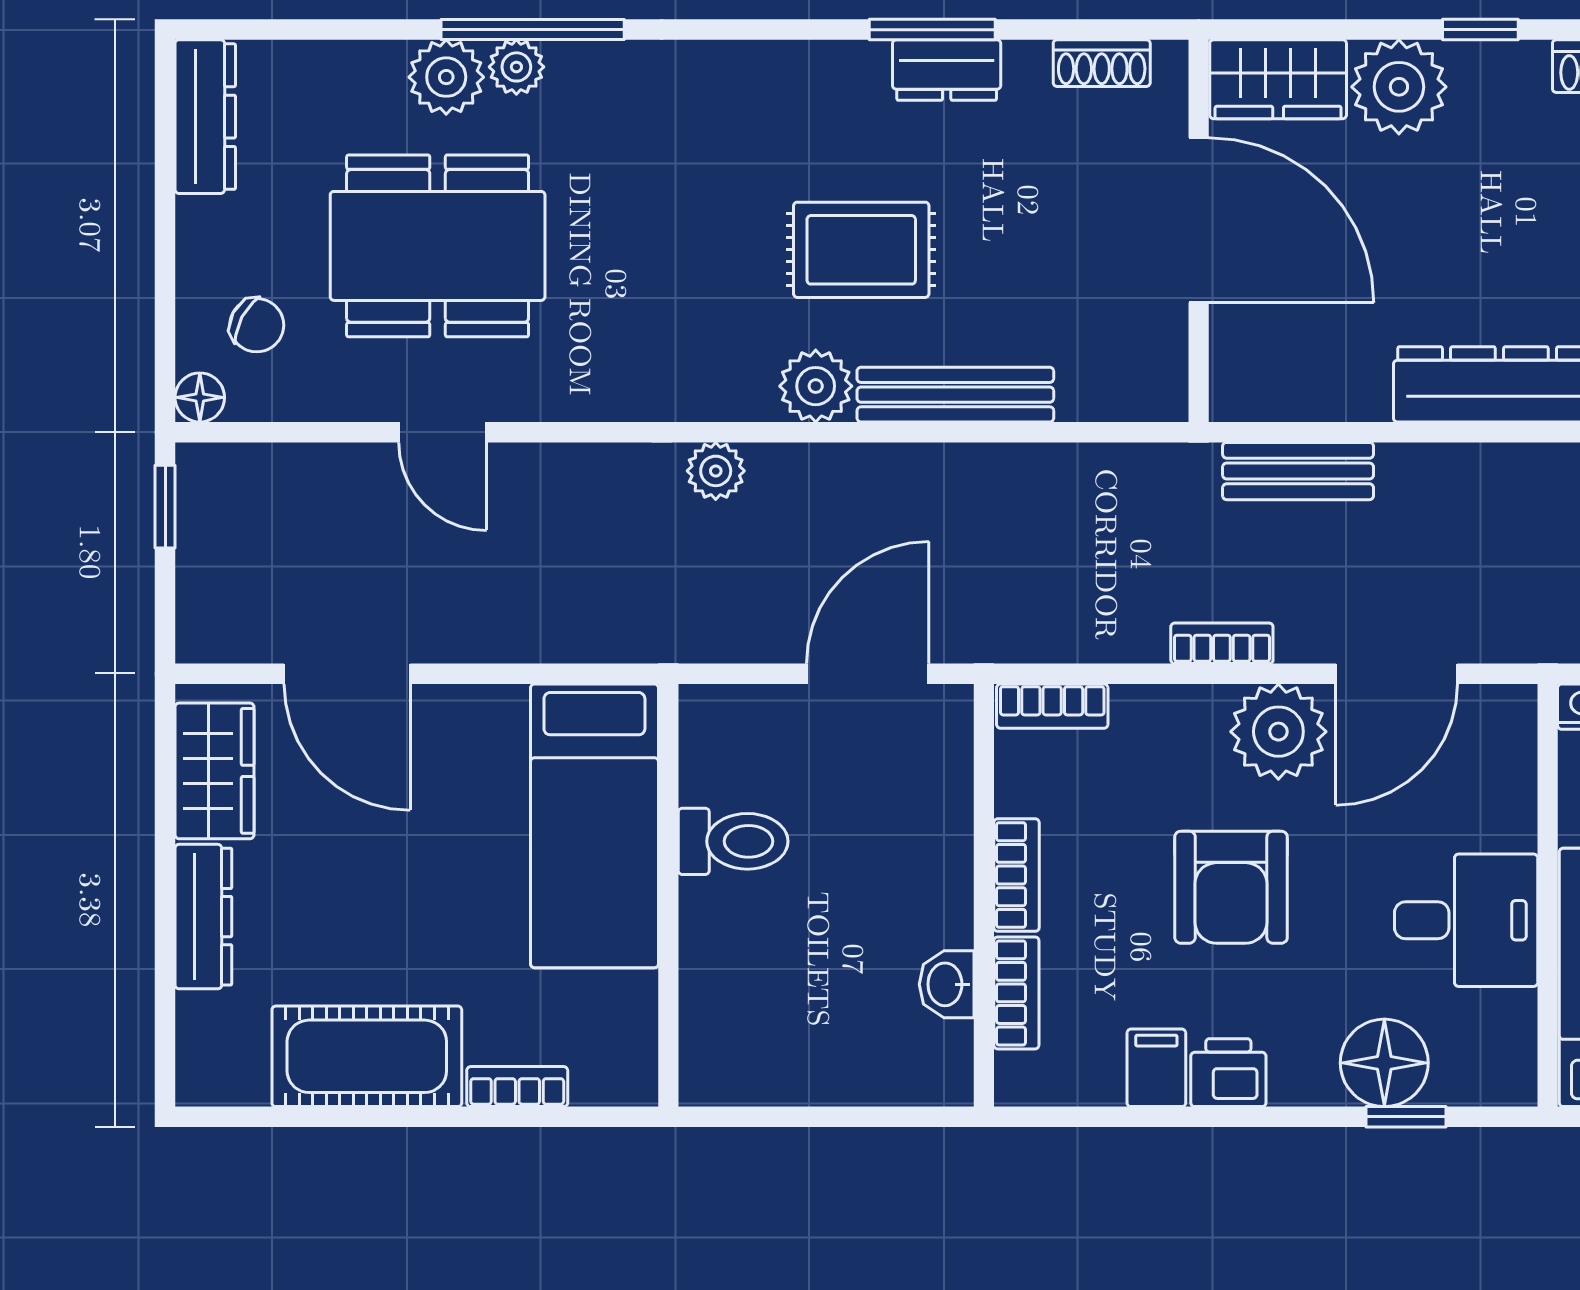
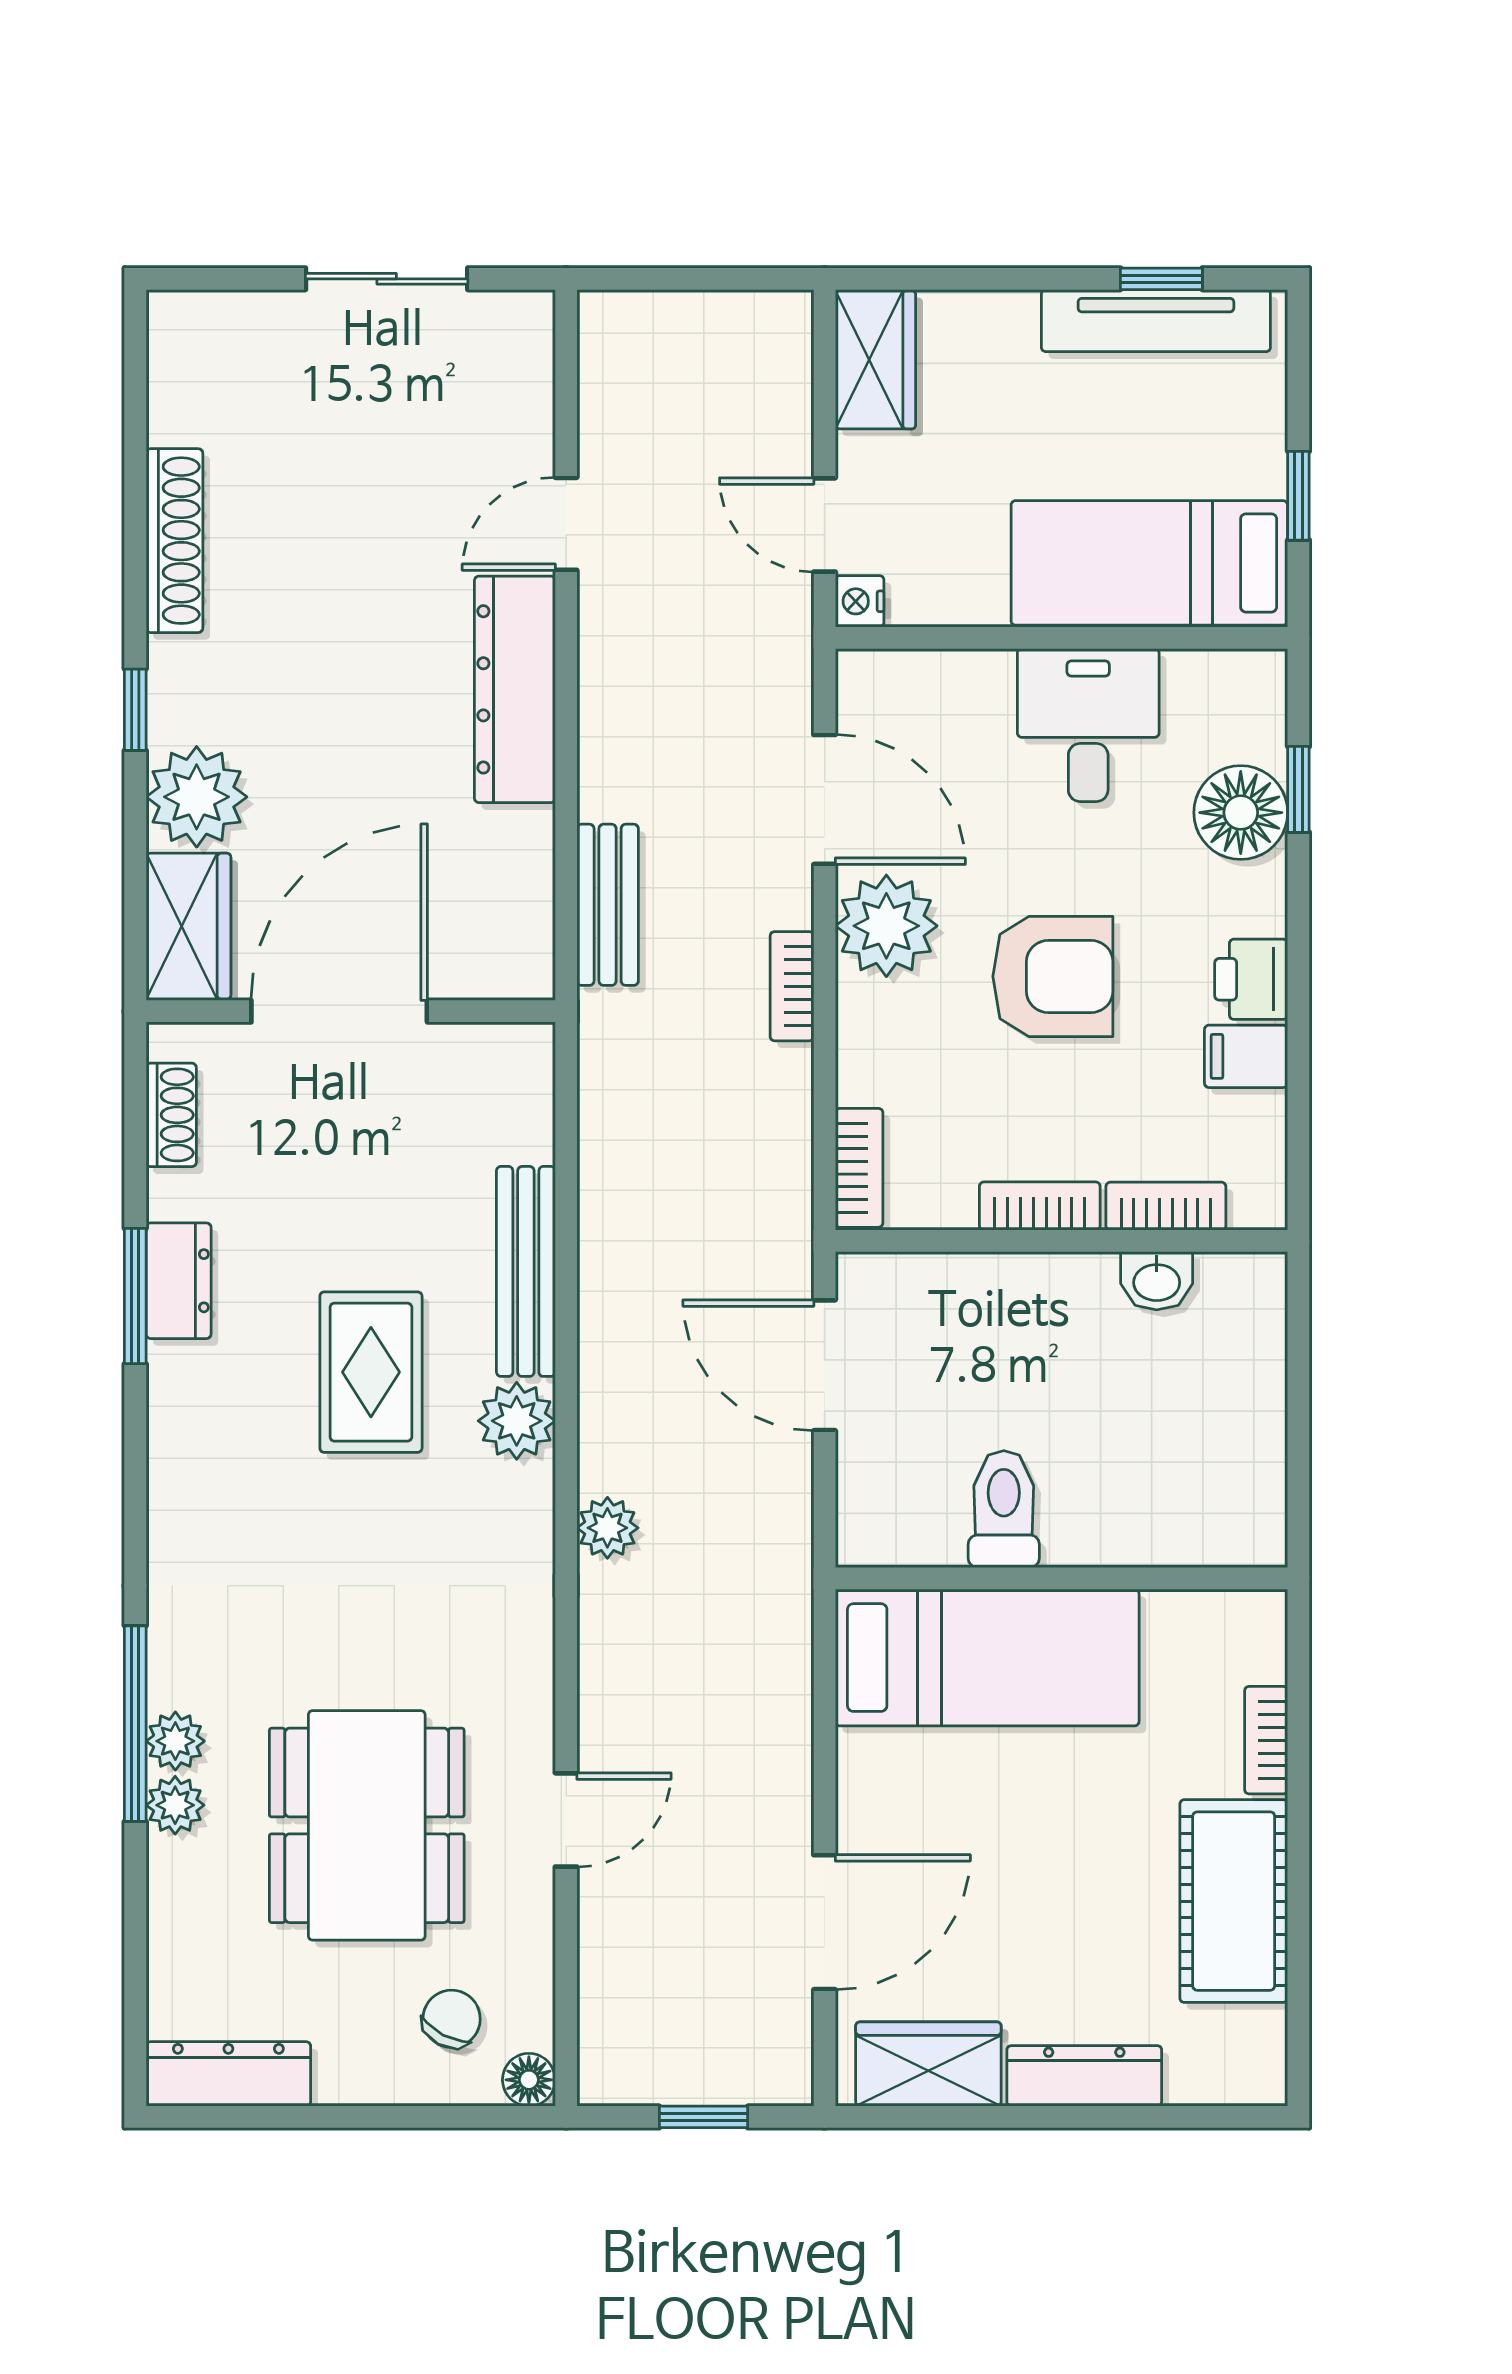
plant: (446, 77) -> (175, 1805), width x0.73, depth x0.73
window: (165, 507) -> (703, 2117), moved

